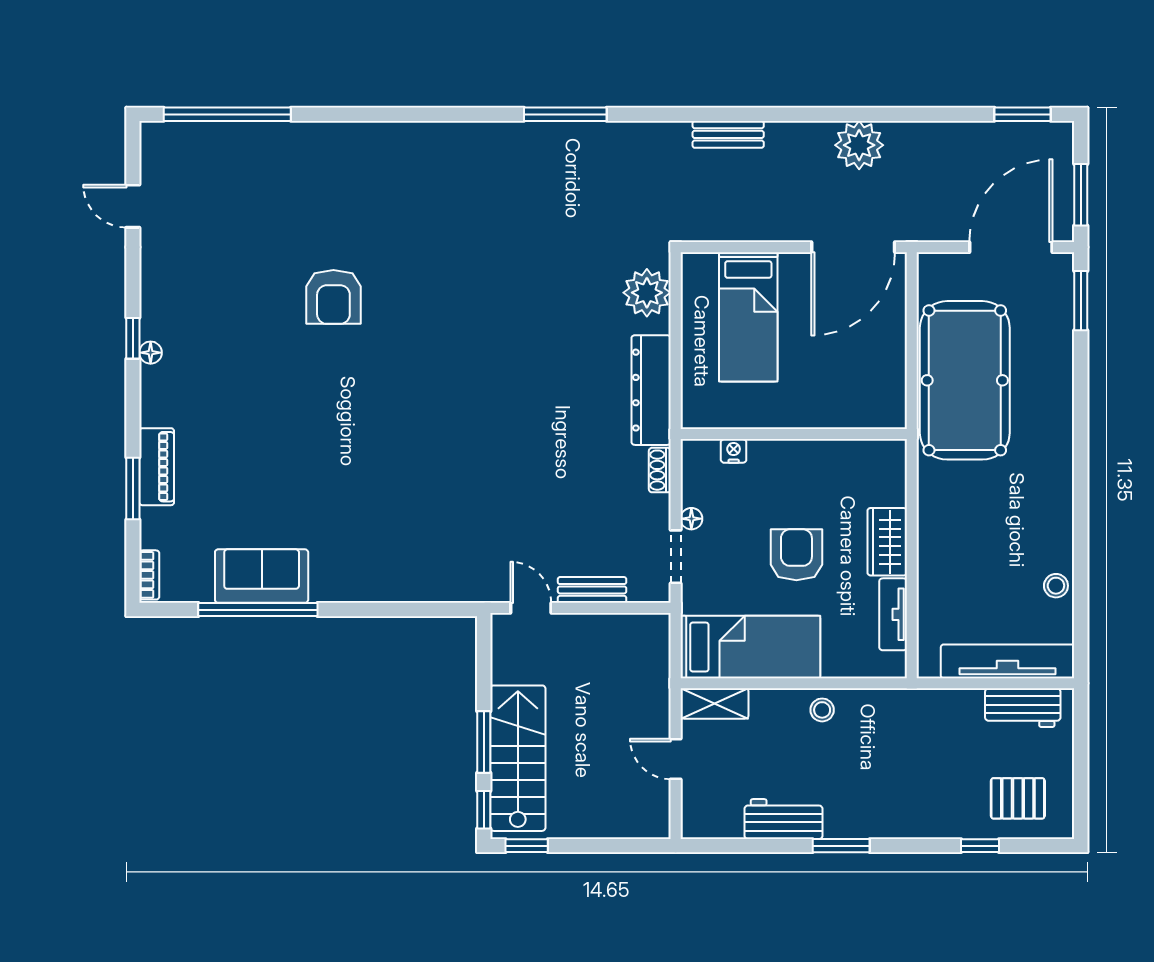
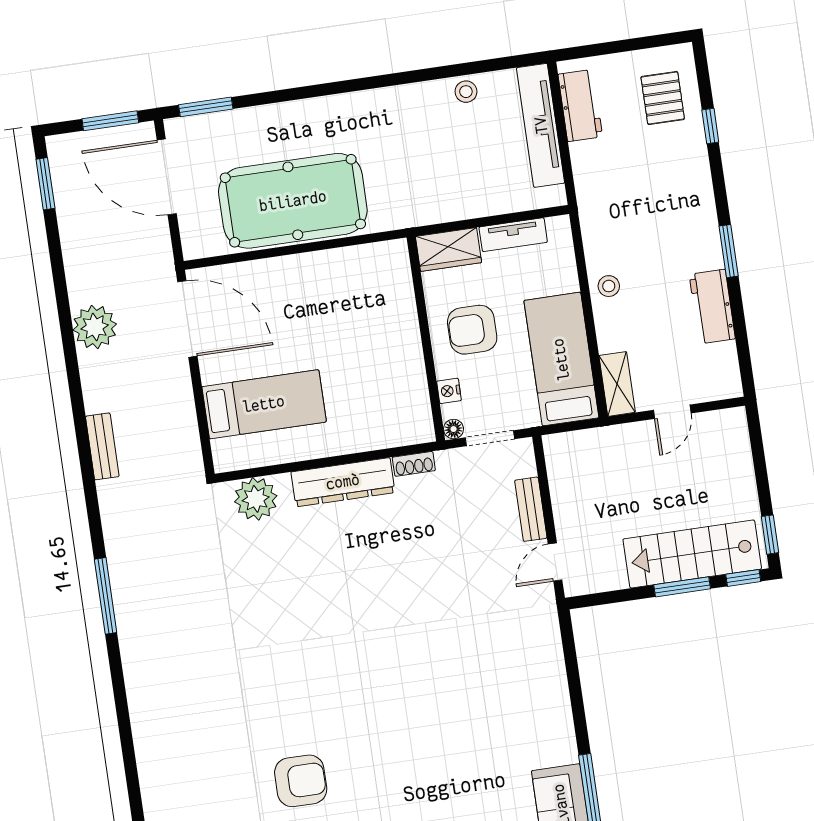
wall: (794, 434) -> (426, 339), moved
nightstand: (734, 451) -> (449, 391), moved

